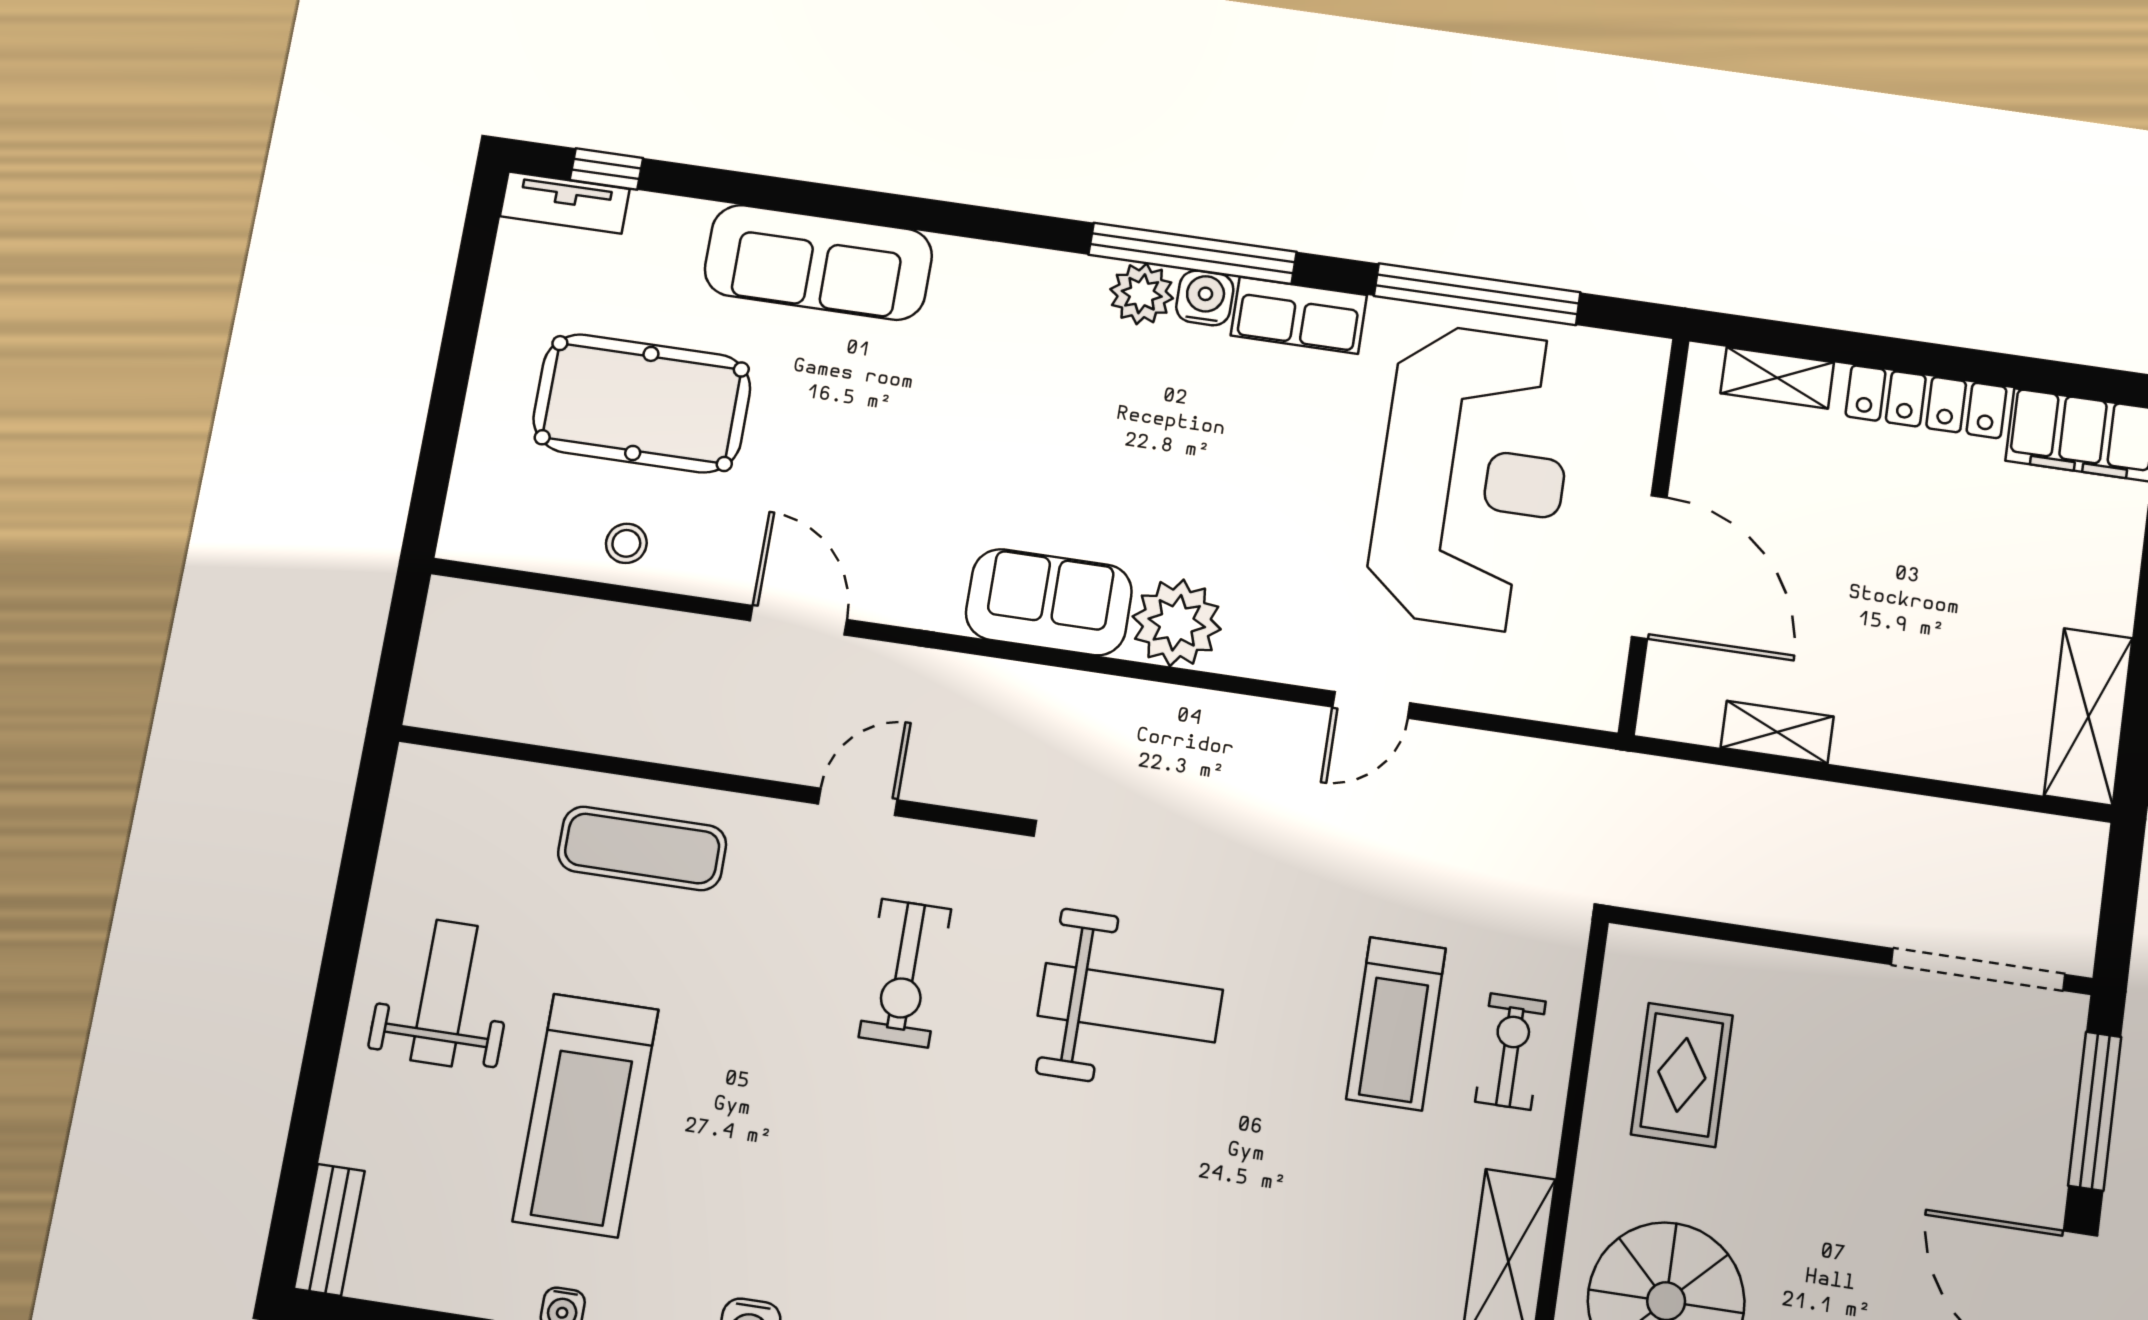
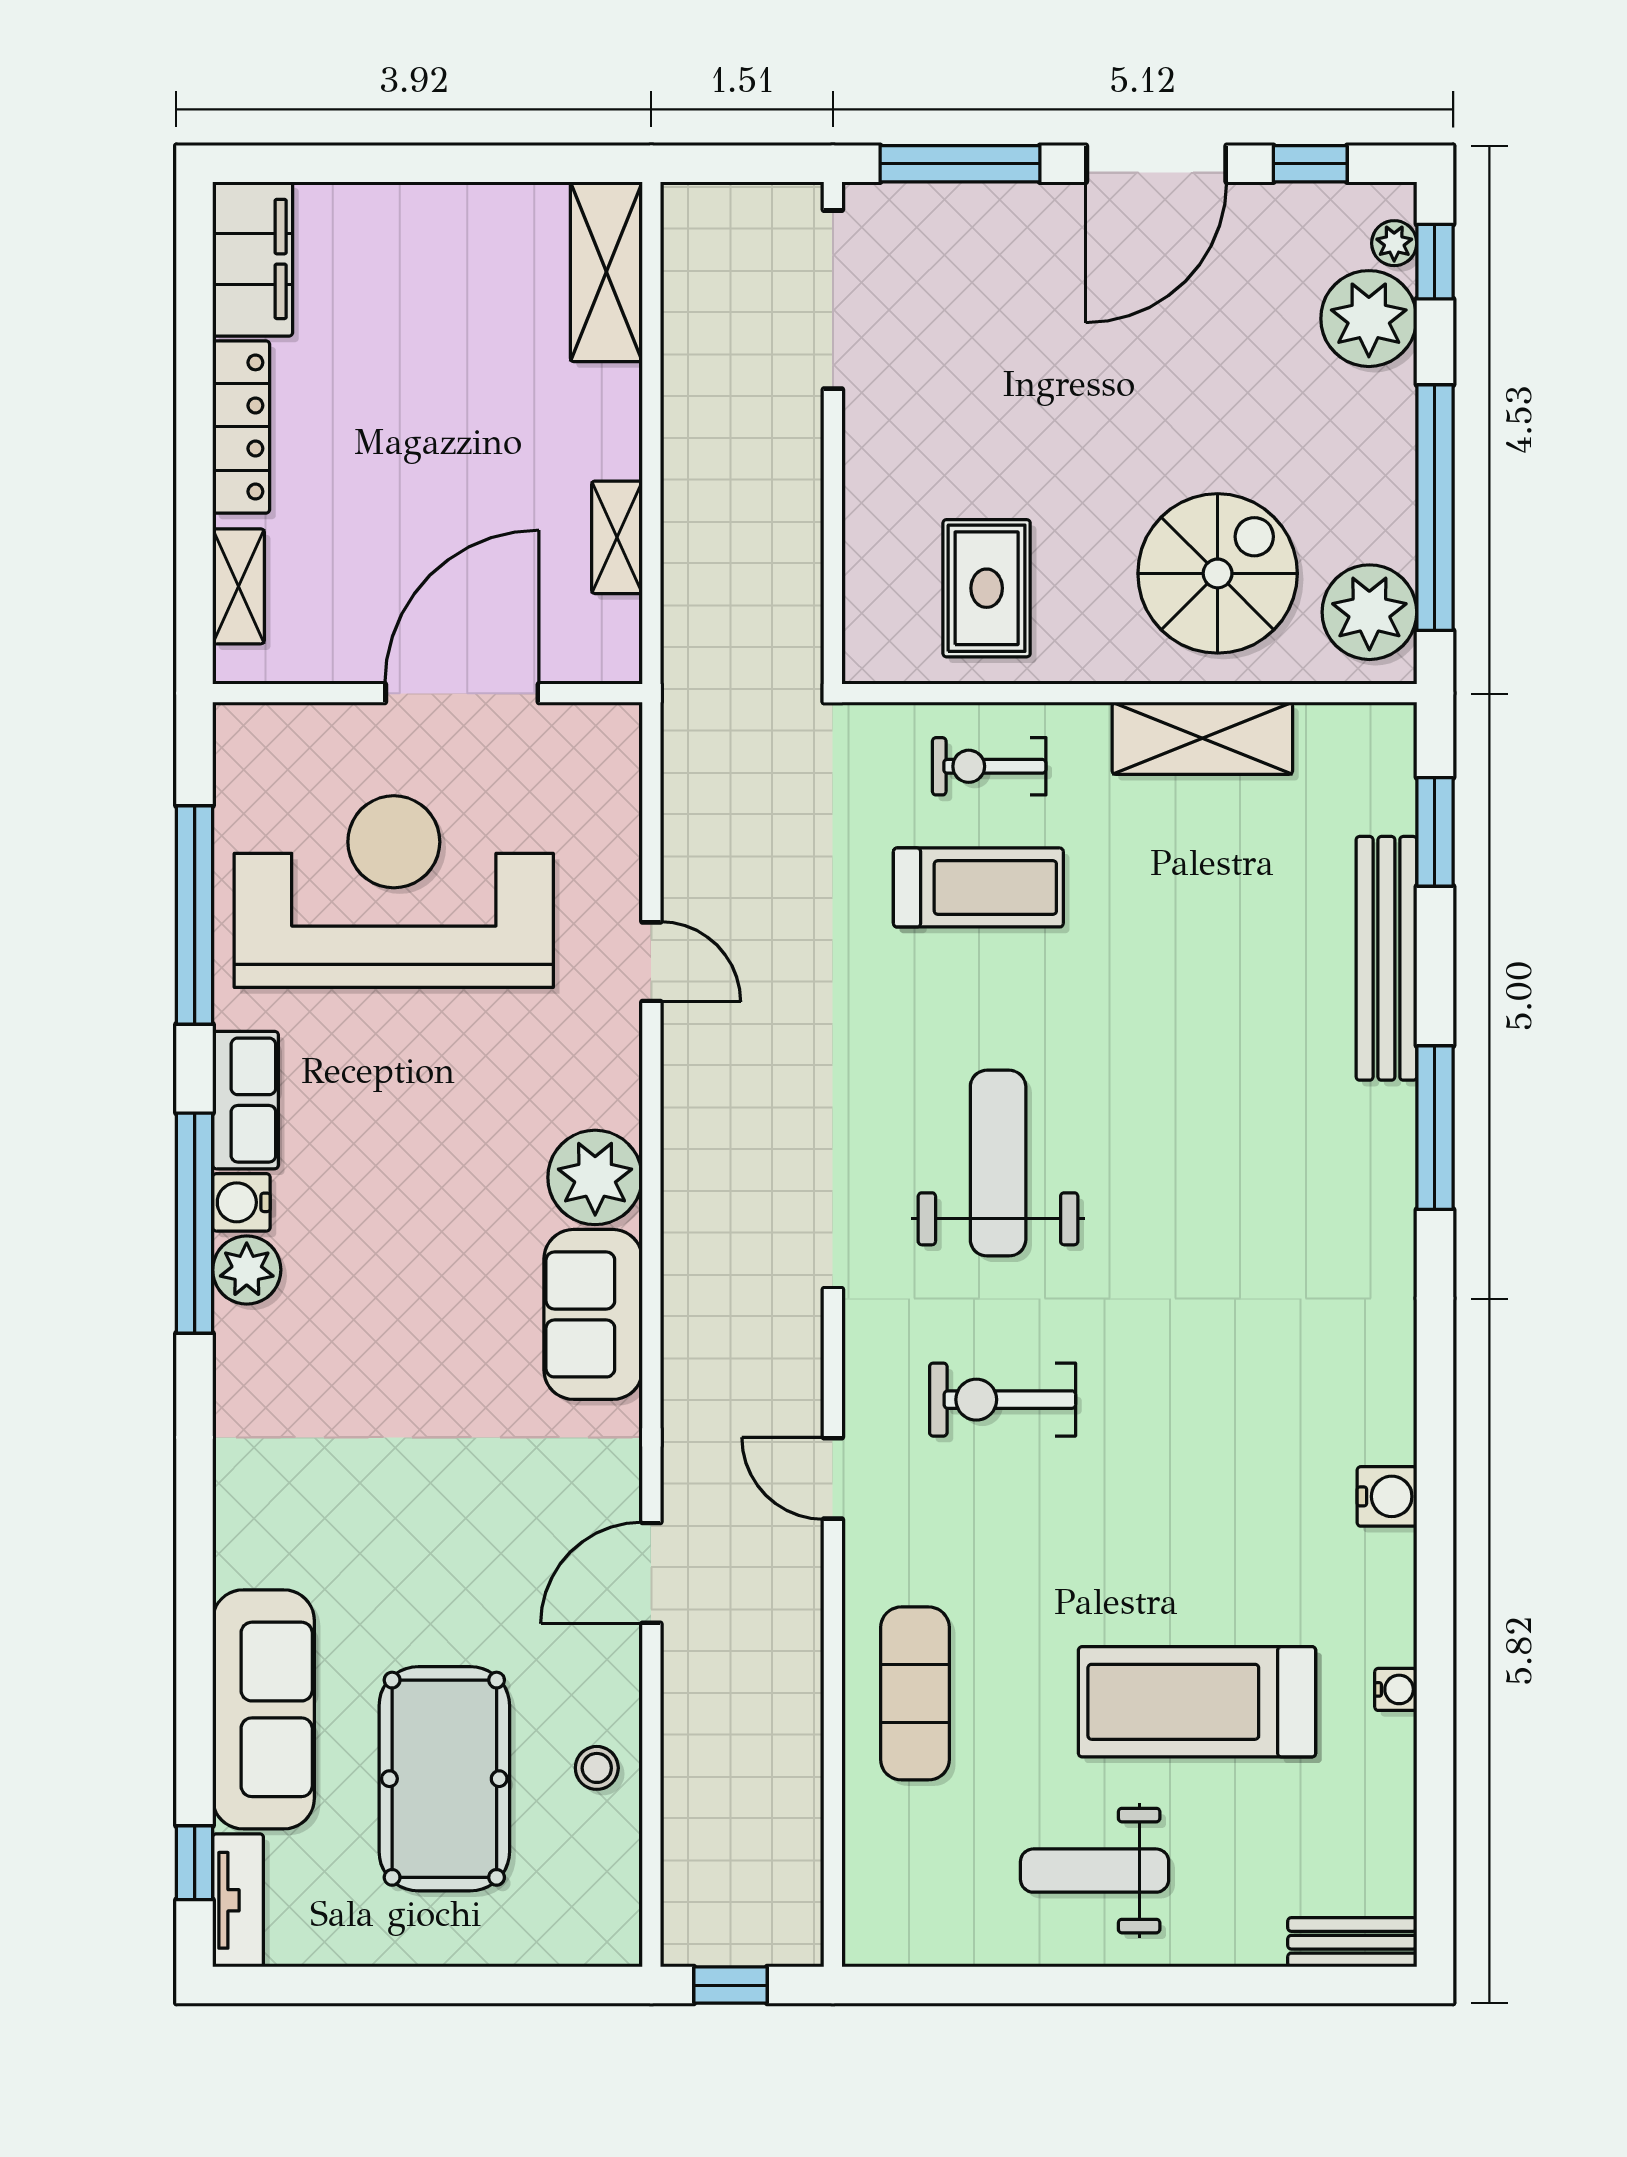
sofa: (818, 262) -> (263, 1709), moved
window: (402, 636) -> (731, 1985), added
shelving: (2088, 717) -> (606, 272), moved, turned 90
exercise bike: (905, 973) -> (1003, 1400), turned 180
rug: (1682, 1075) -> (987, 588), turned 90
treadmill: (586, 1115) -> (1197, 1702), turned 180

